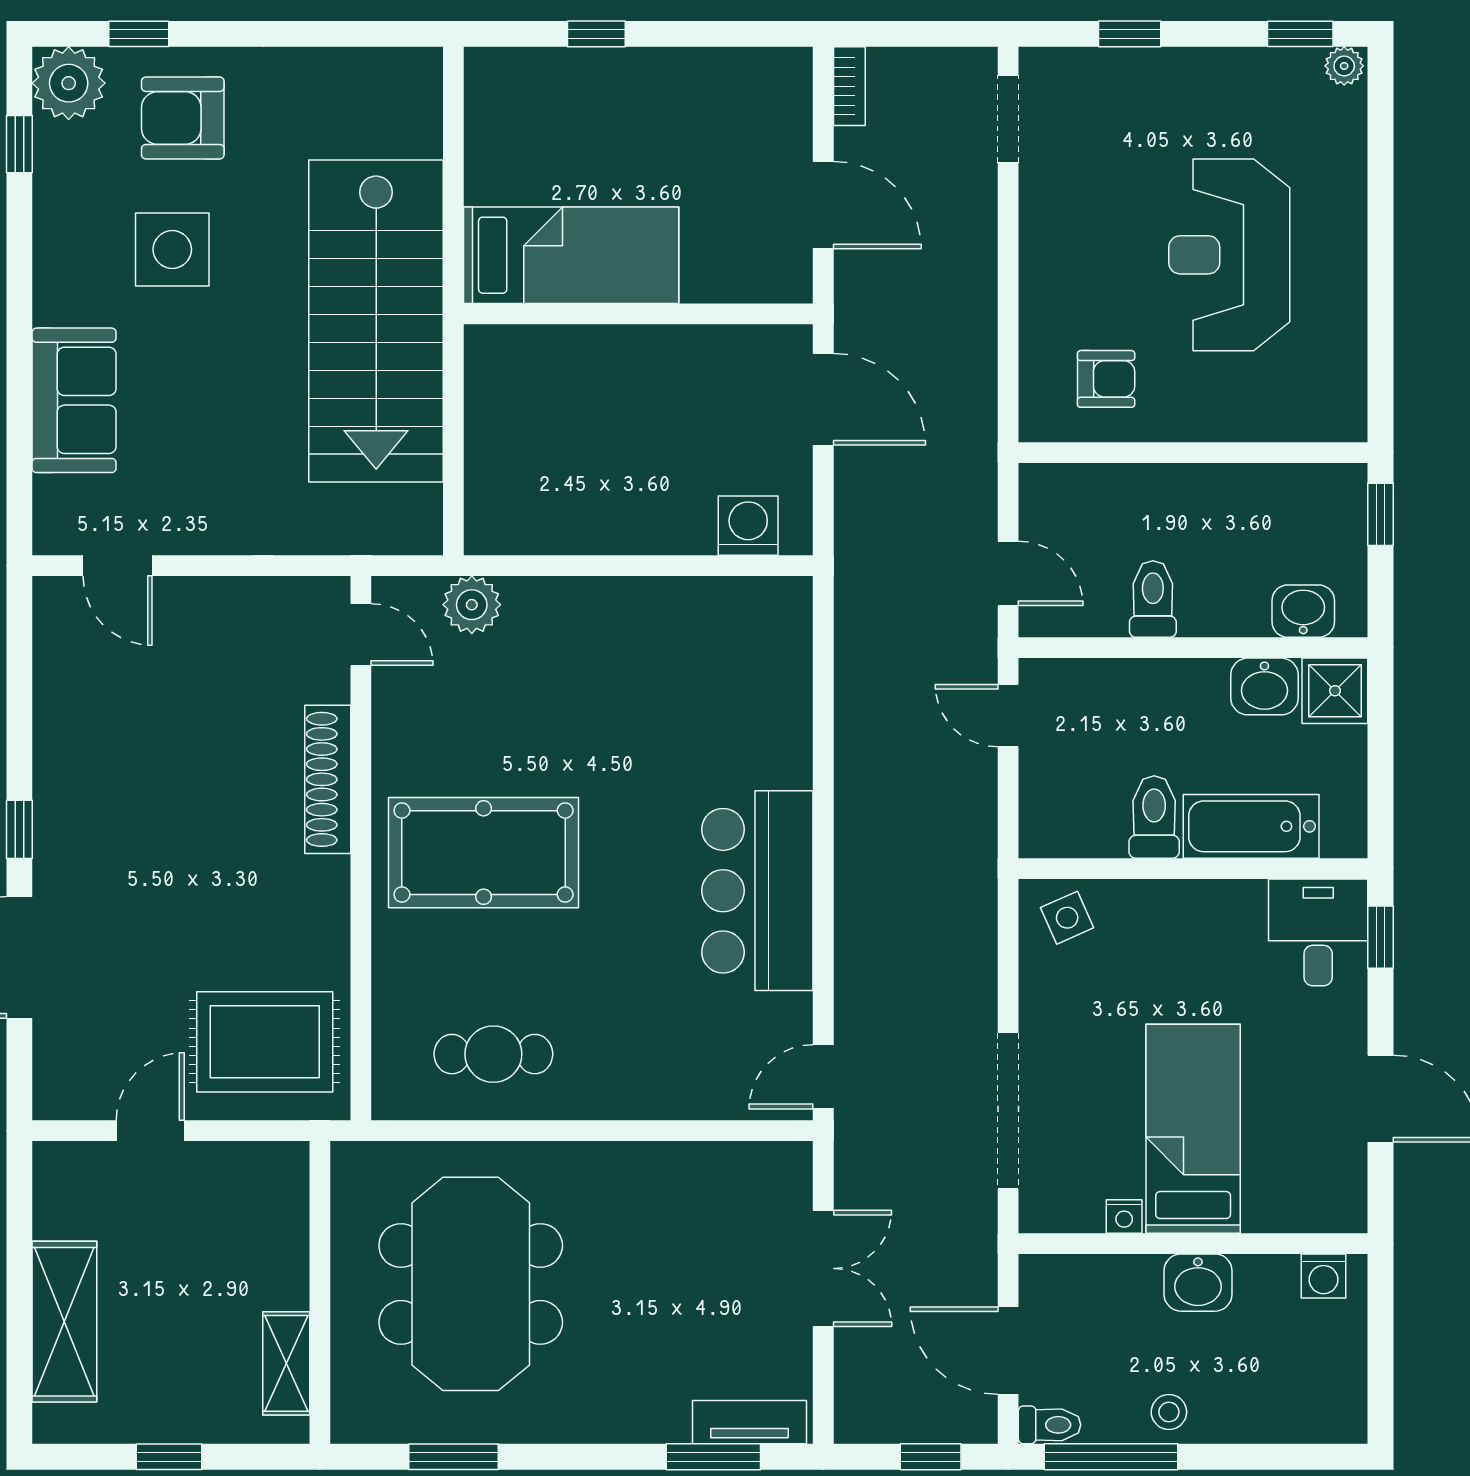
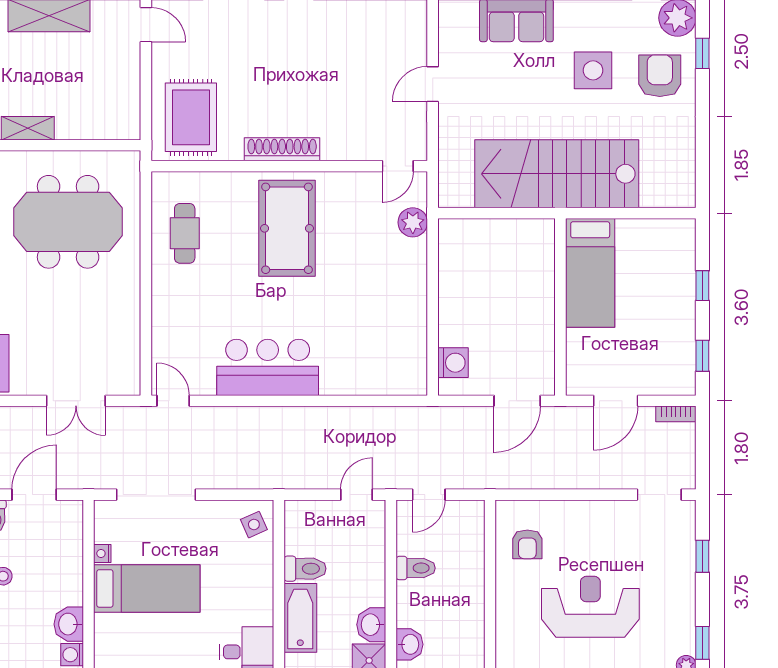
window: (735, 34) -> (702, 356), added
door: (118, 566) -> (433, 84), moved
shoe rack: (328, 779) -> (282, 149), moved
door: (150, 1131) -> (146, 25), moved
washbasin: (1198, 1283) -> (69, 624), moved

